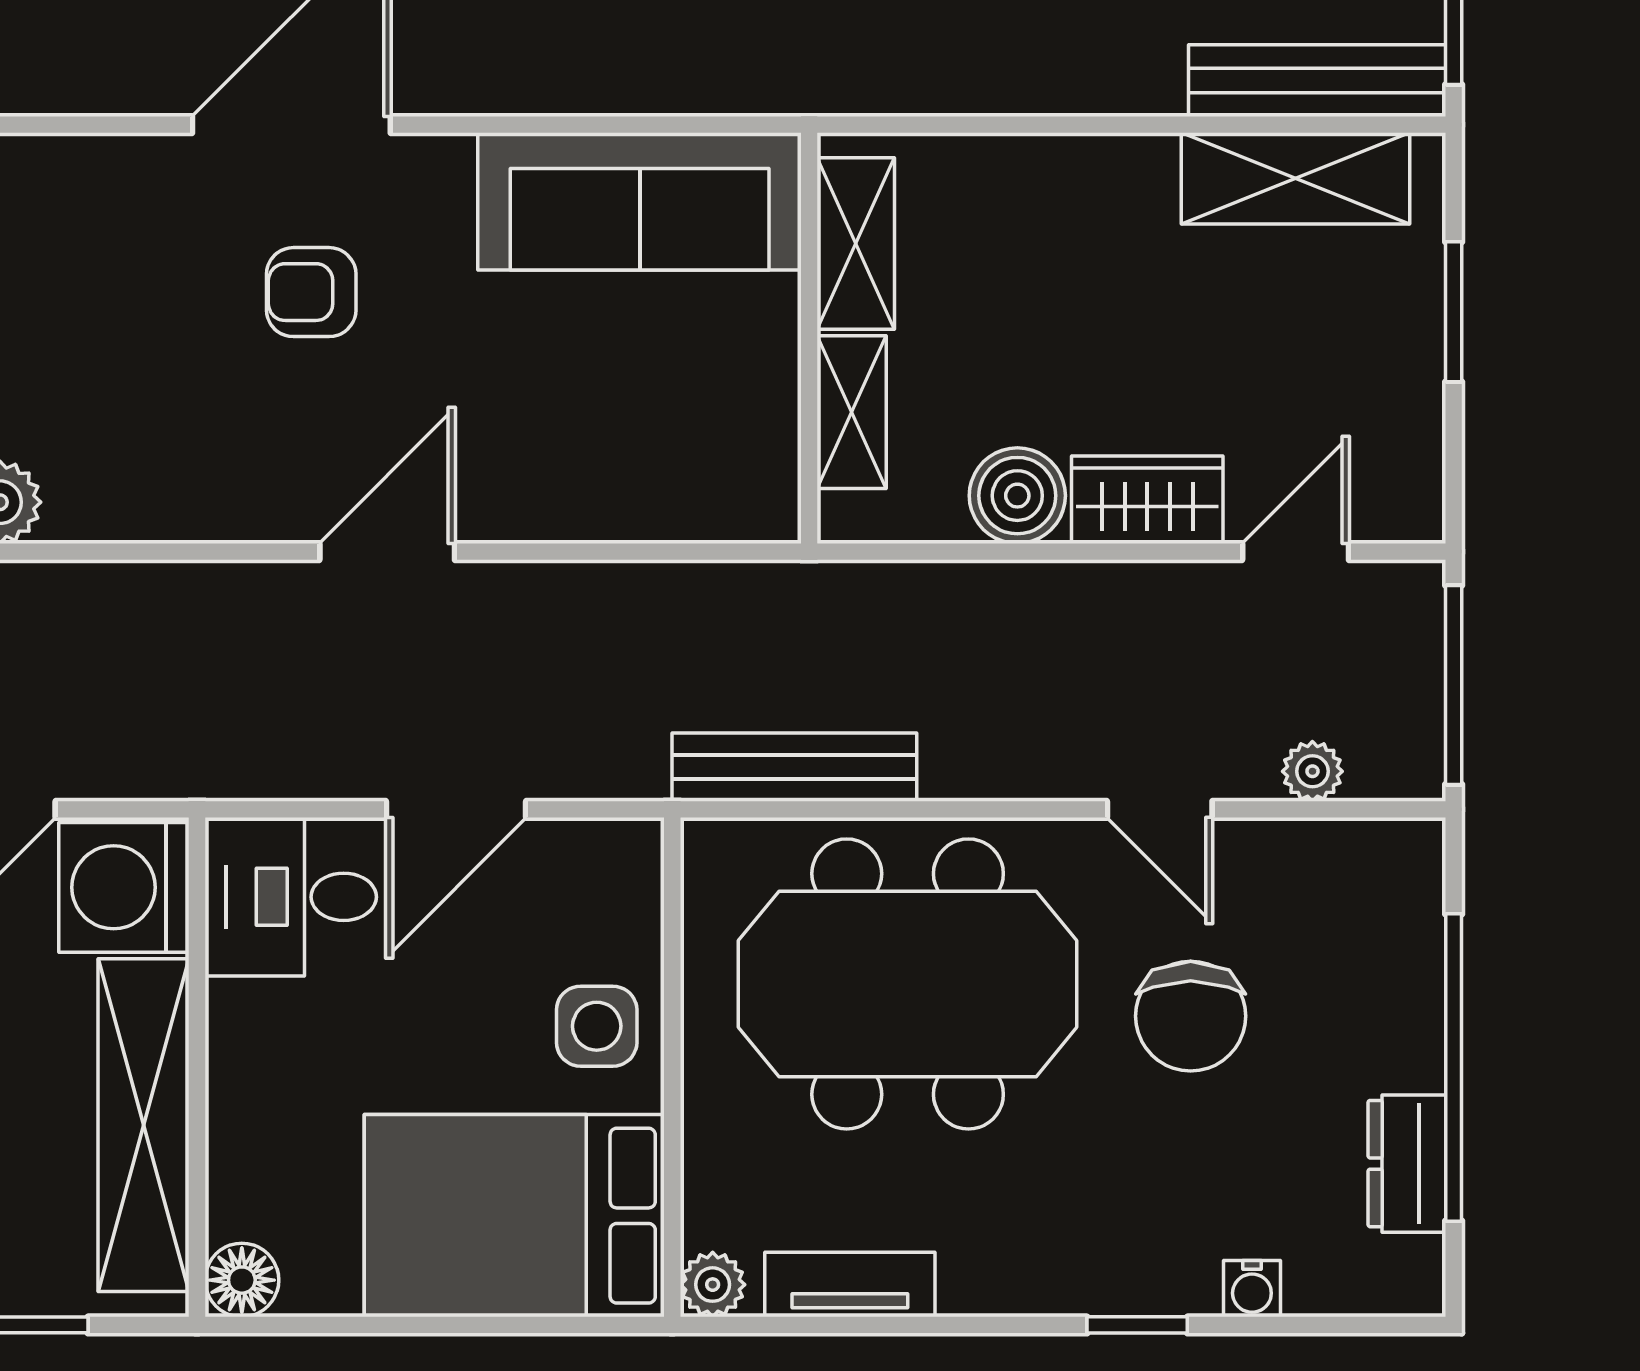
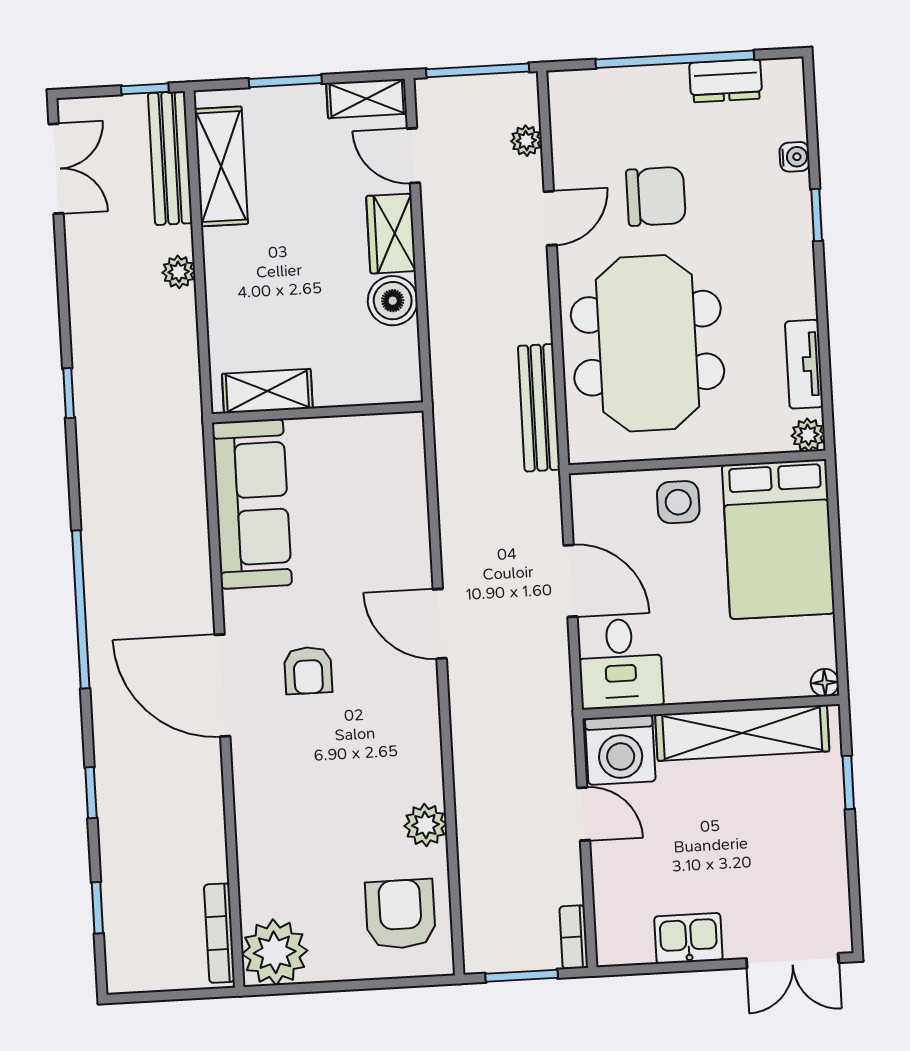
plant: (1096, 85) -> (179, 272), added
shelving: (852, 412) -> (367, 98), moved
floor lamp: (242, 1280) -> (825, 683), width x0.73, depth x0.73

